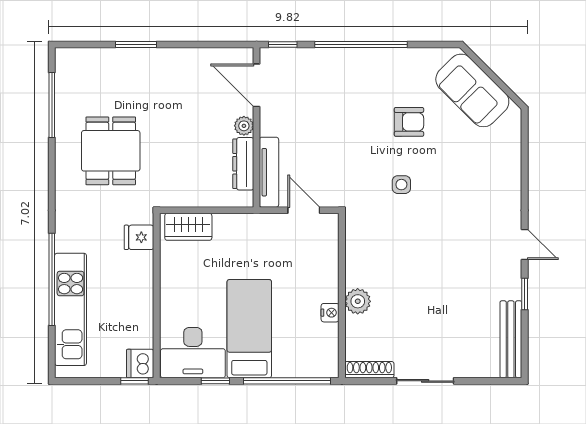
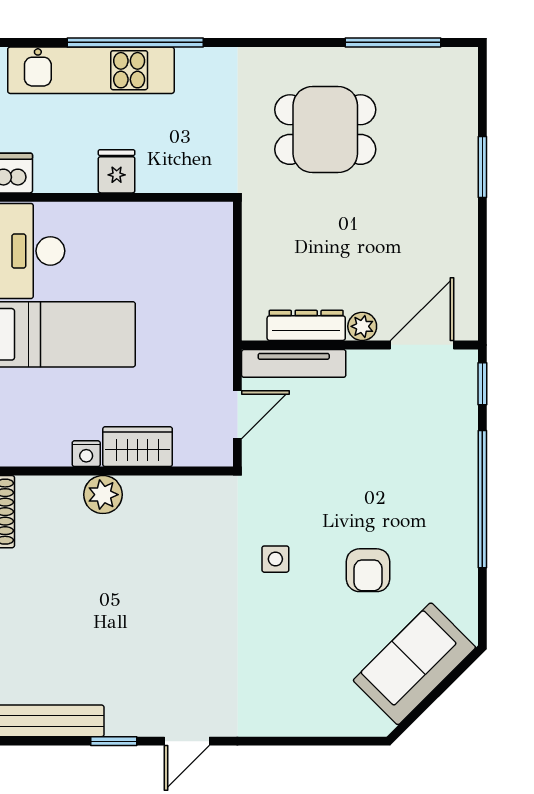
wardrobe: (188, 227) -> (138, 447), moved, turned 90
fridge: (139, 237) -> (117, 171), moved

